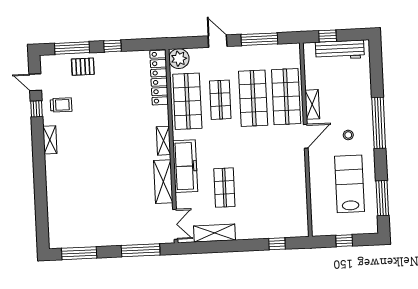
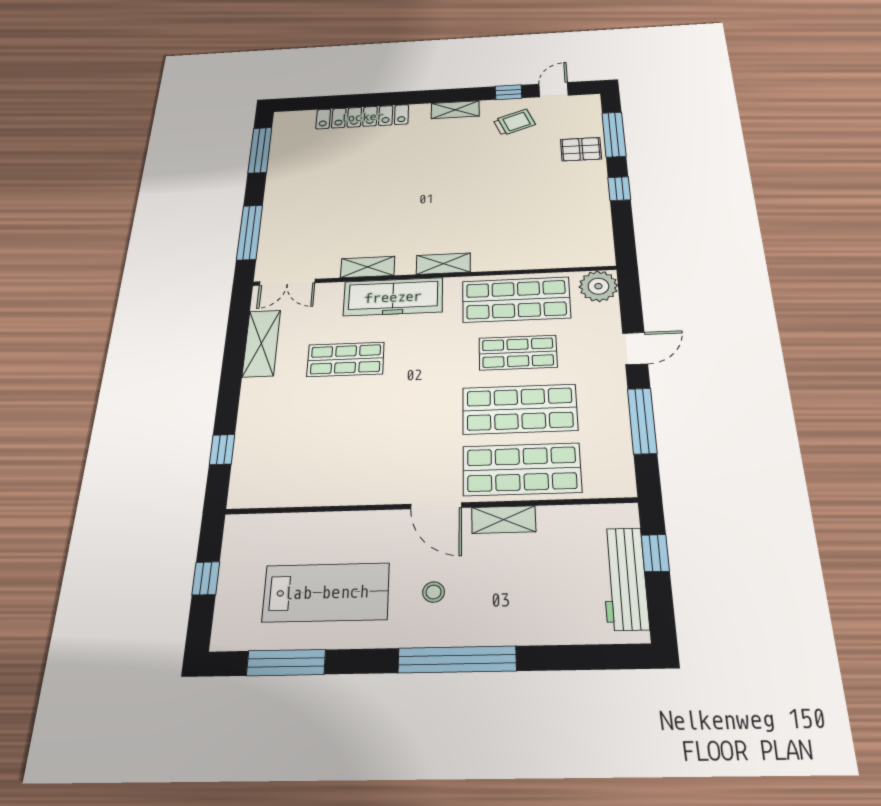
pallet: (83, 67) -> (581, 149), turned 90
locker: (159, 78) -> (362, 117), moved, turned 180
trolley: (61, 105) -> (514, 122), turned -111
shelving: (163, 182) -> (368, 267), width x0.67, depth x0.75

